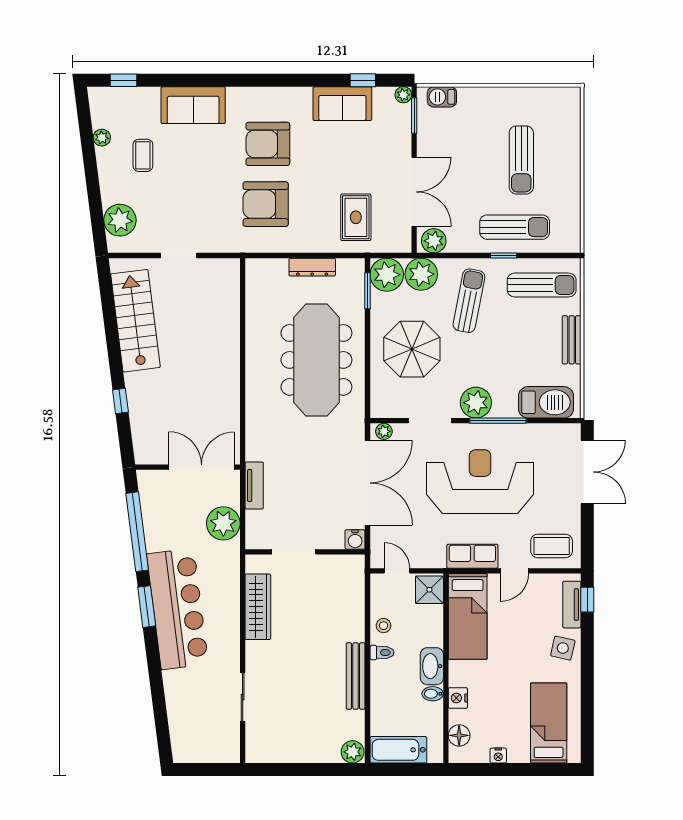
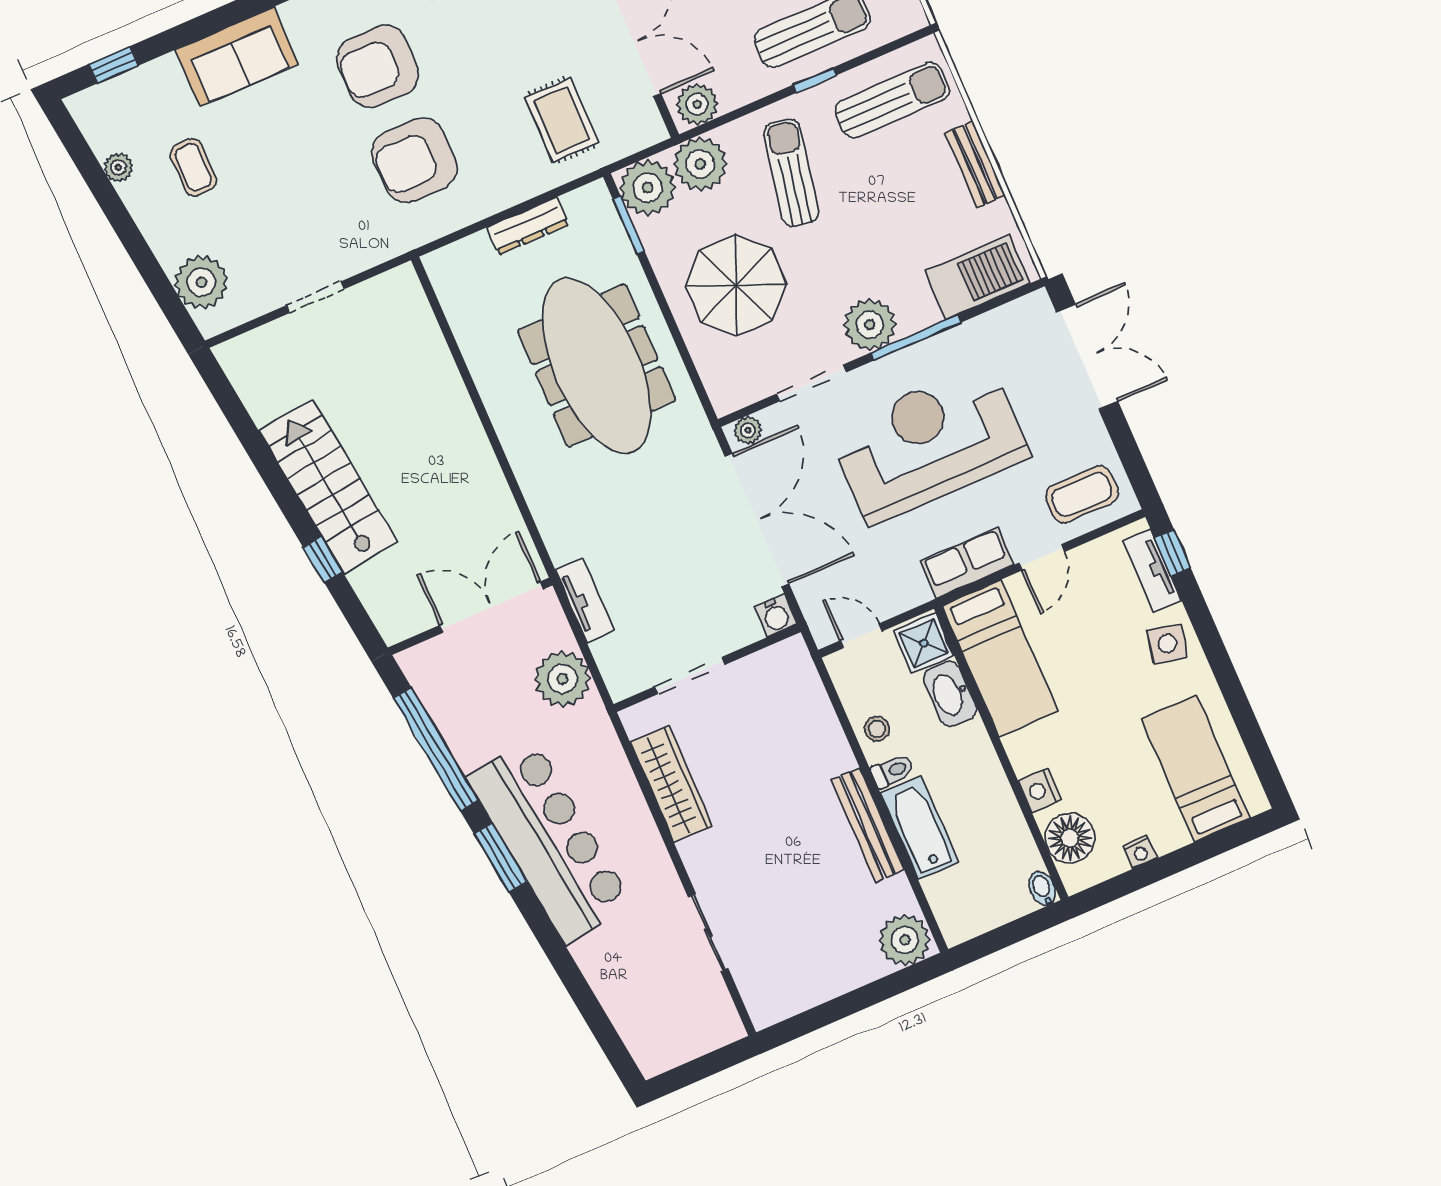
stairs: (135, 321) -> (328, 486), moved
washbasin: (432, 666) -> (950, 694), moved
bidet: (433, 694) -> (1042, 889), moved, turned 90
floor lamp: (459, 735) -> (1070, 838), width x1.38, depth x1.38
bathtub: (398, 750) -> (920, 828), moved, turned 90
plant: (353, 752) -> (905, 940), width x1.36, depth x1.36

